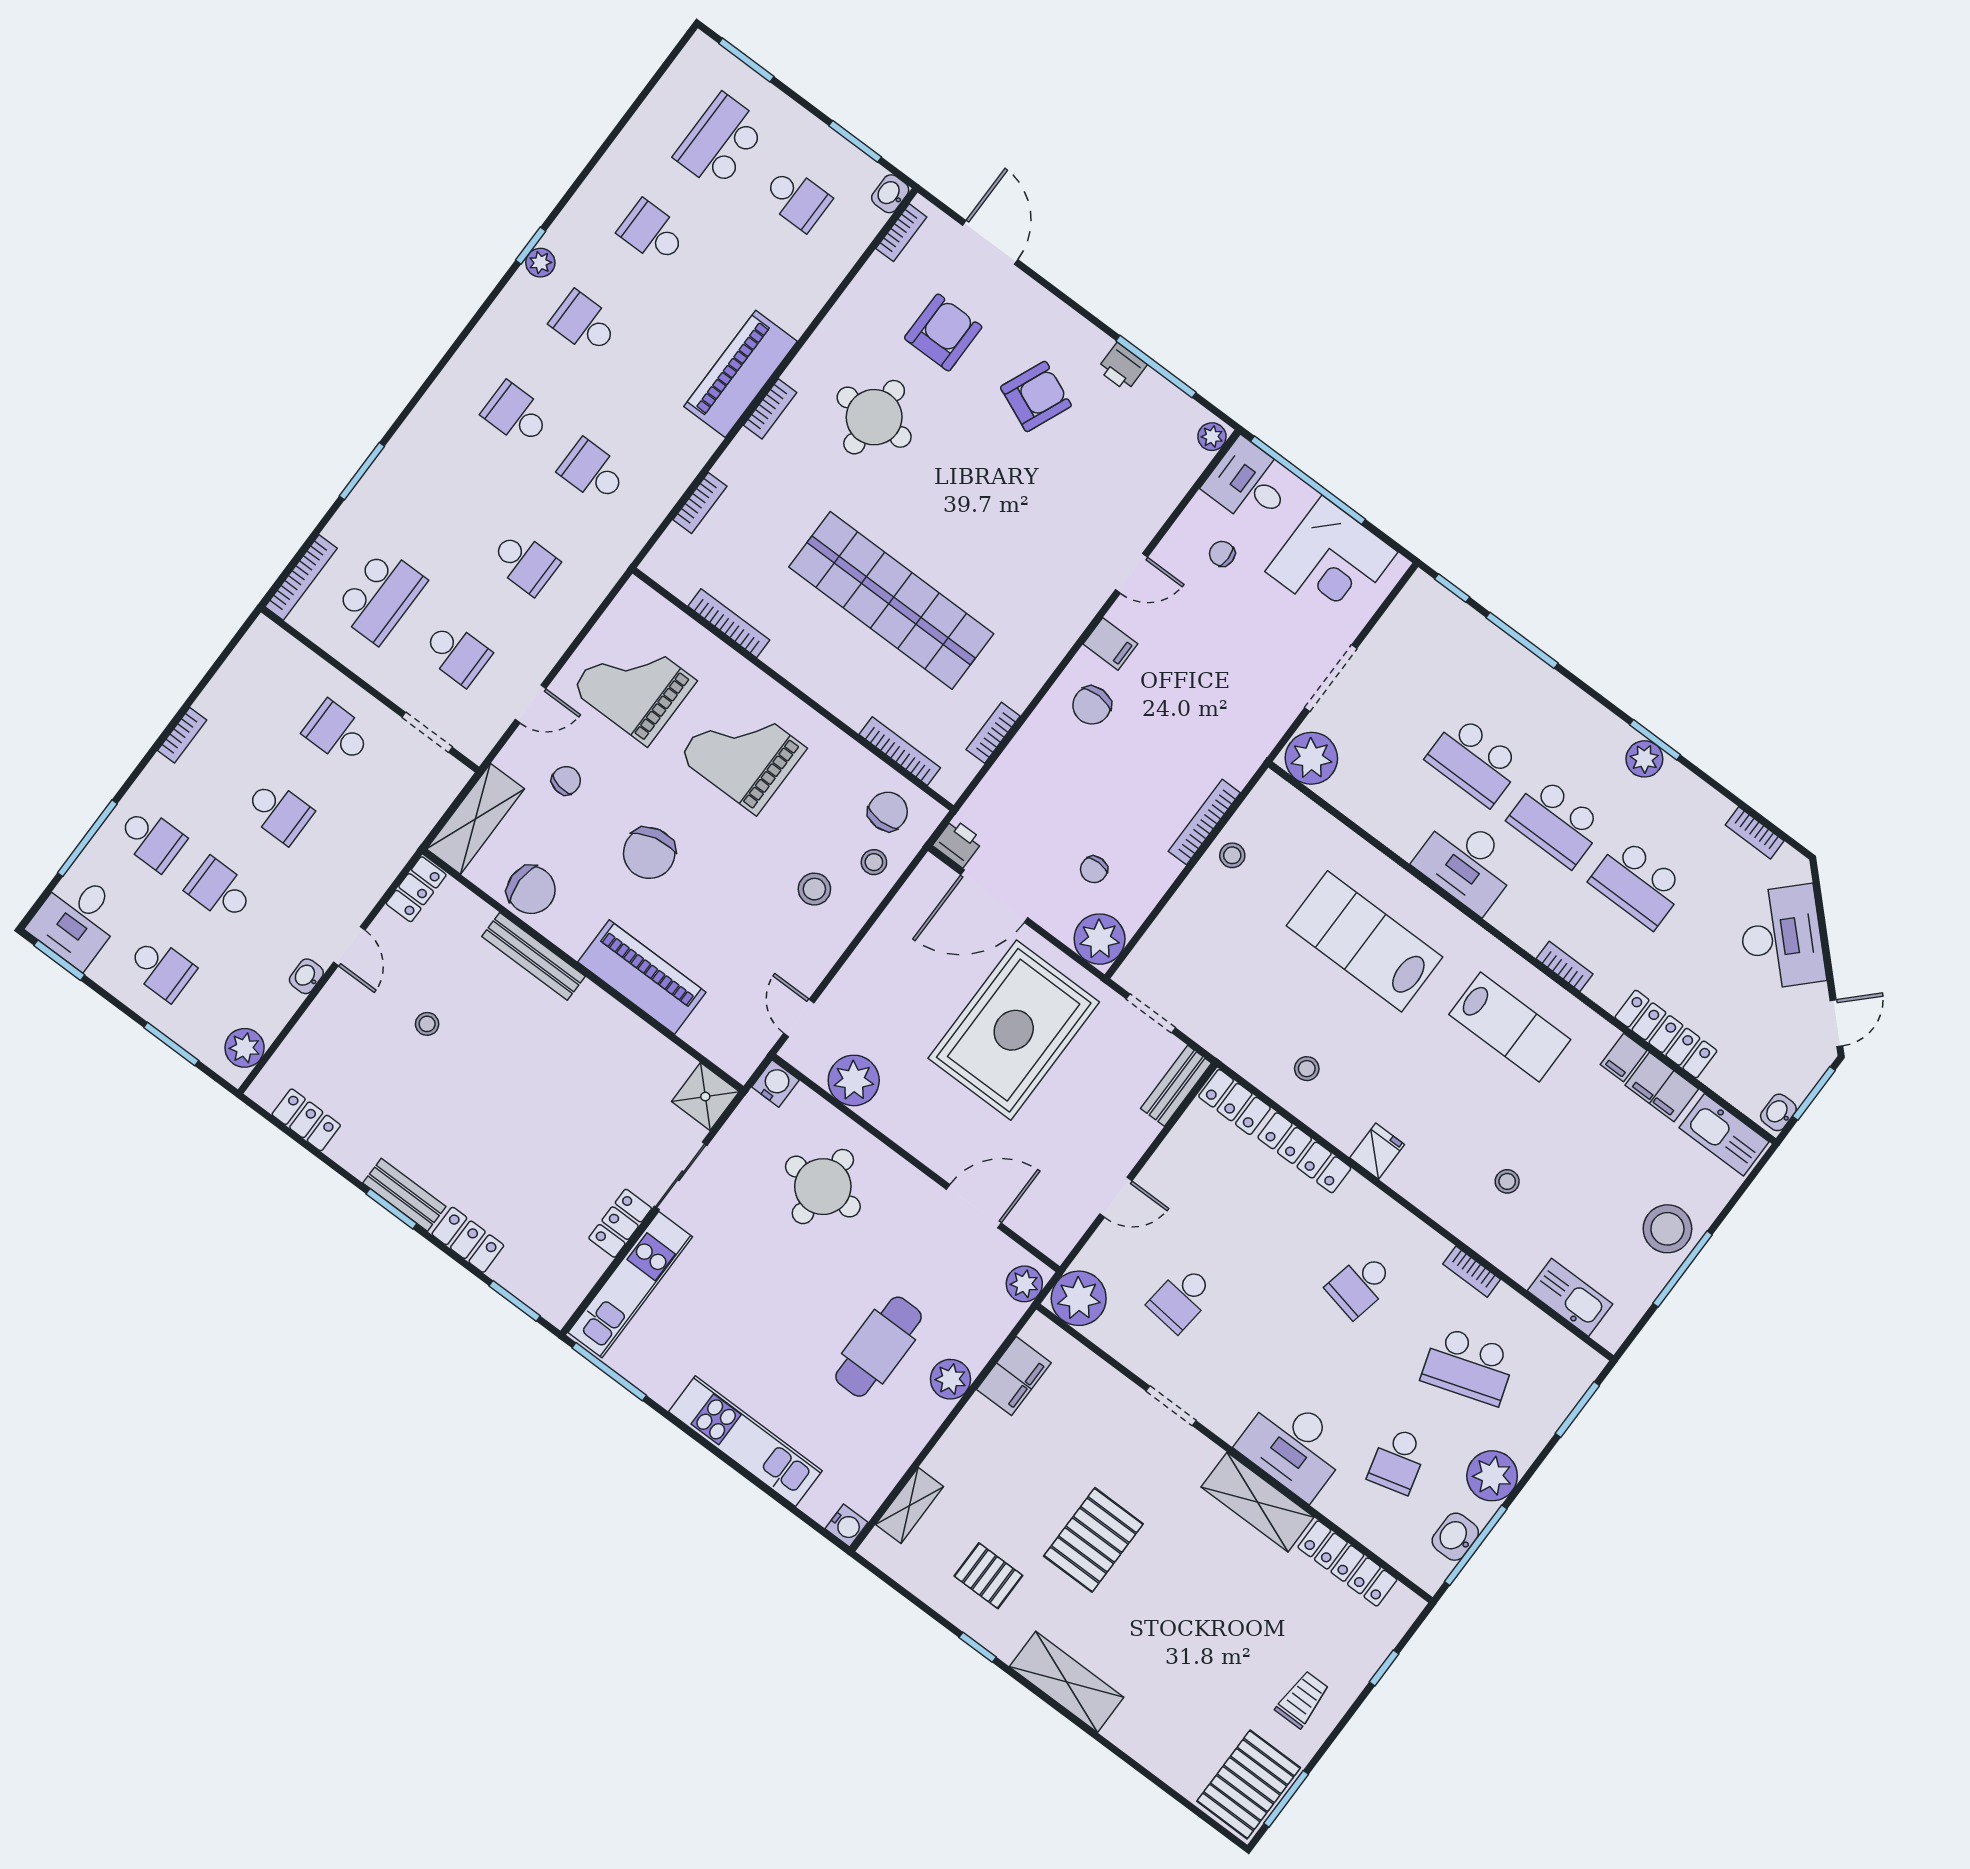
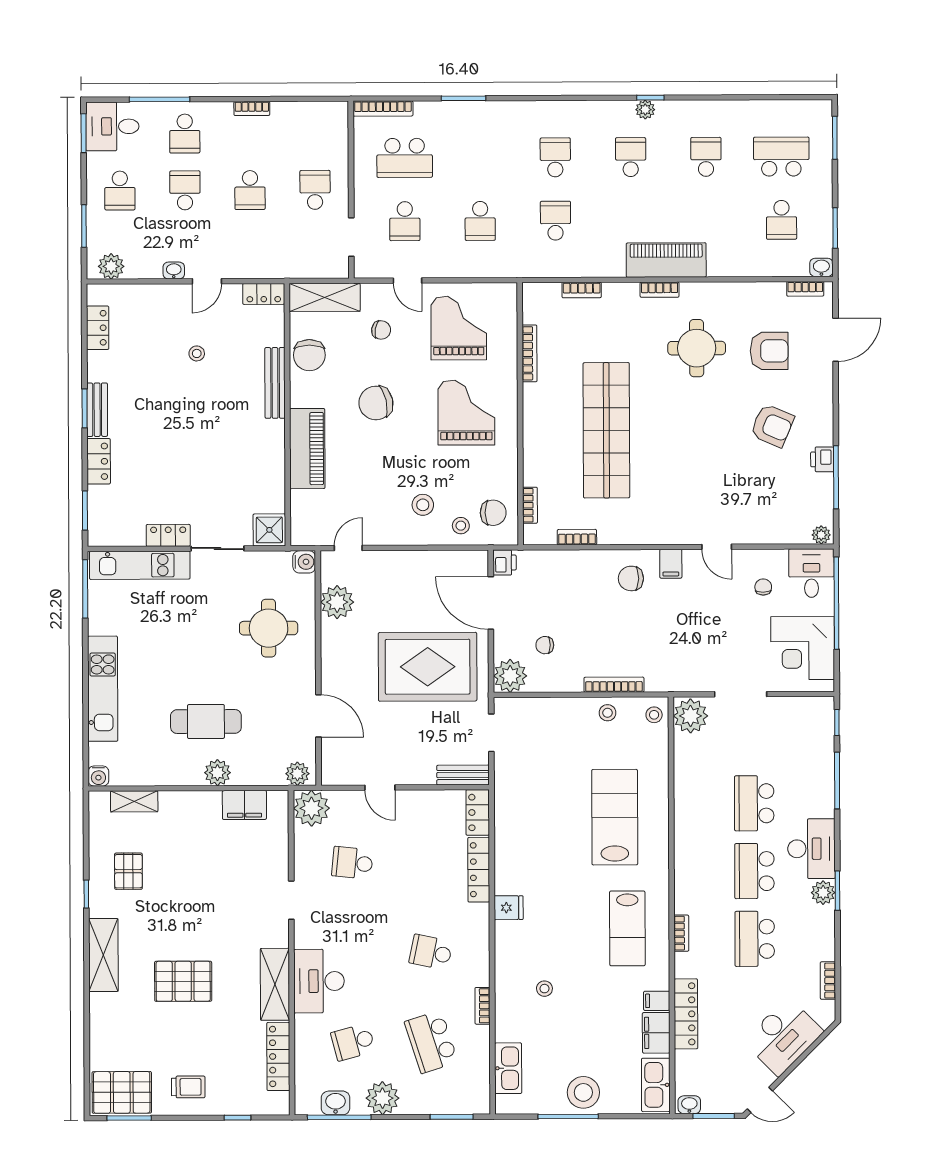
bookcase: (900, 751) -> (530, 505), width x0.64
desk: (1467, 863) -> (811, 849), moved, turned 180
stool: (1307, 1069) -> (654, 715), moved
pallet: (1093, 1540) -> (183, 981), moved

